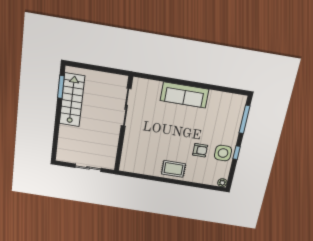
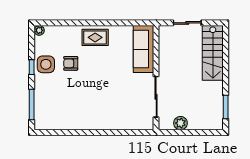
plant: (106, 79) -> (180, 123), added
sofa: (184, 95) -> (143, 49), moved, turned -90
stairs: (72, 100) -> (213, 53), moved

